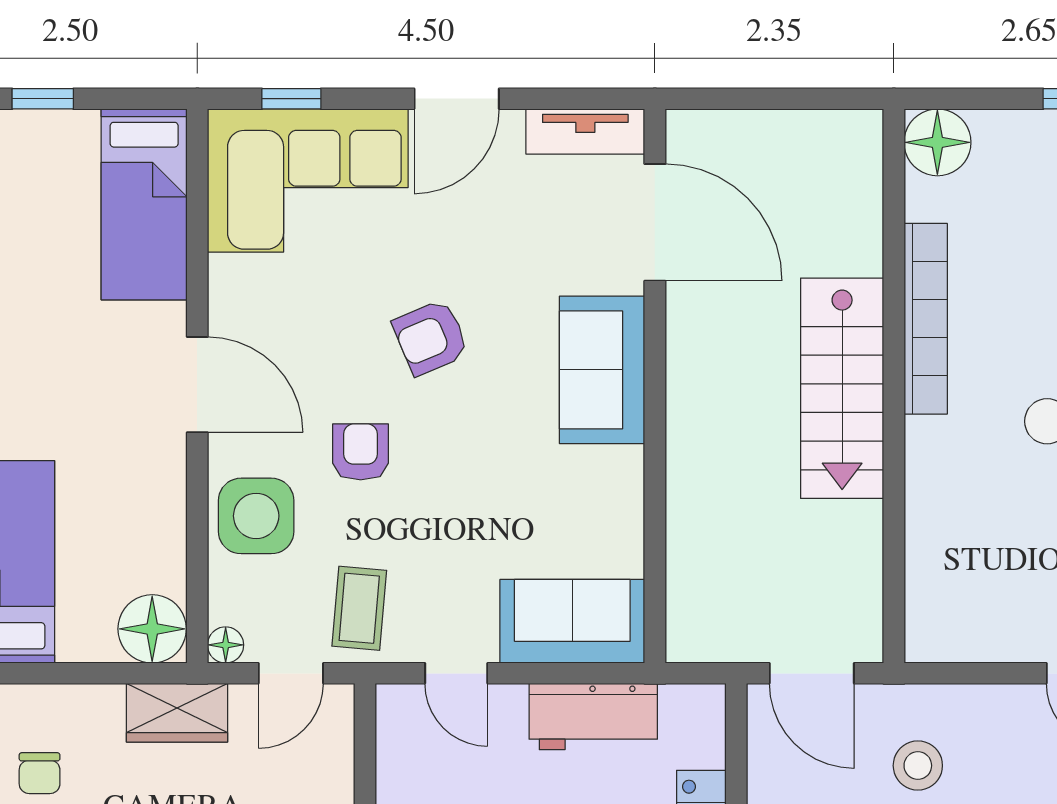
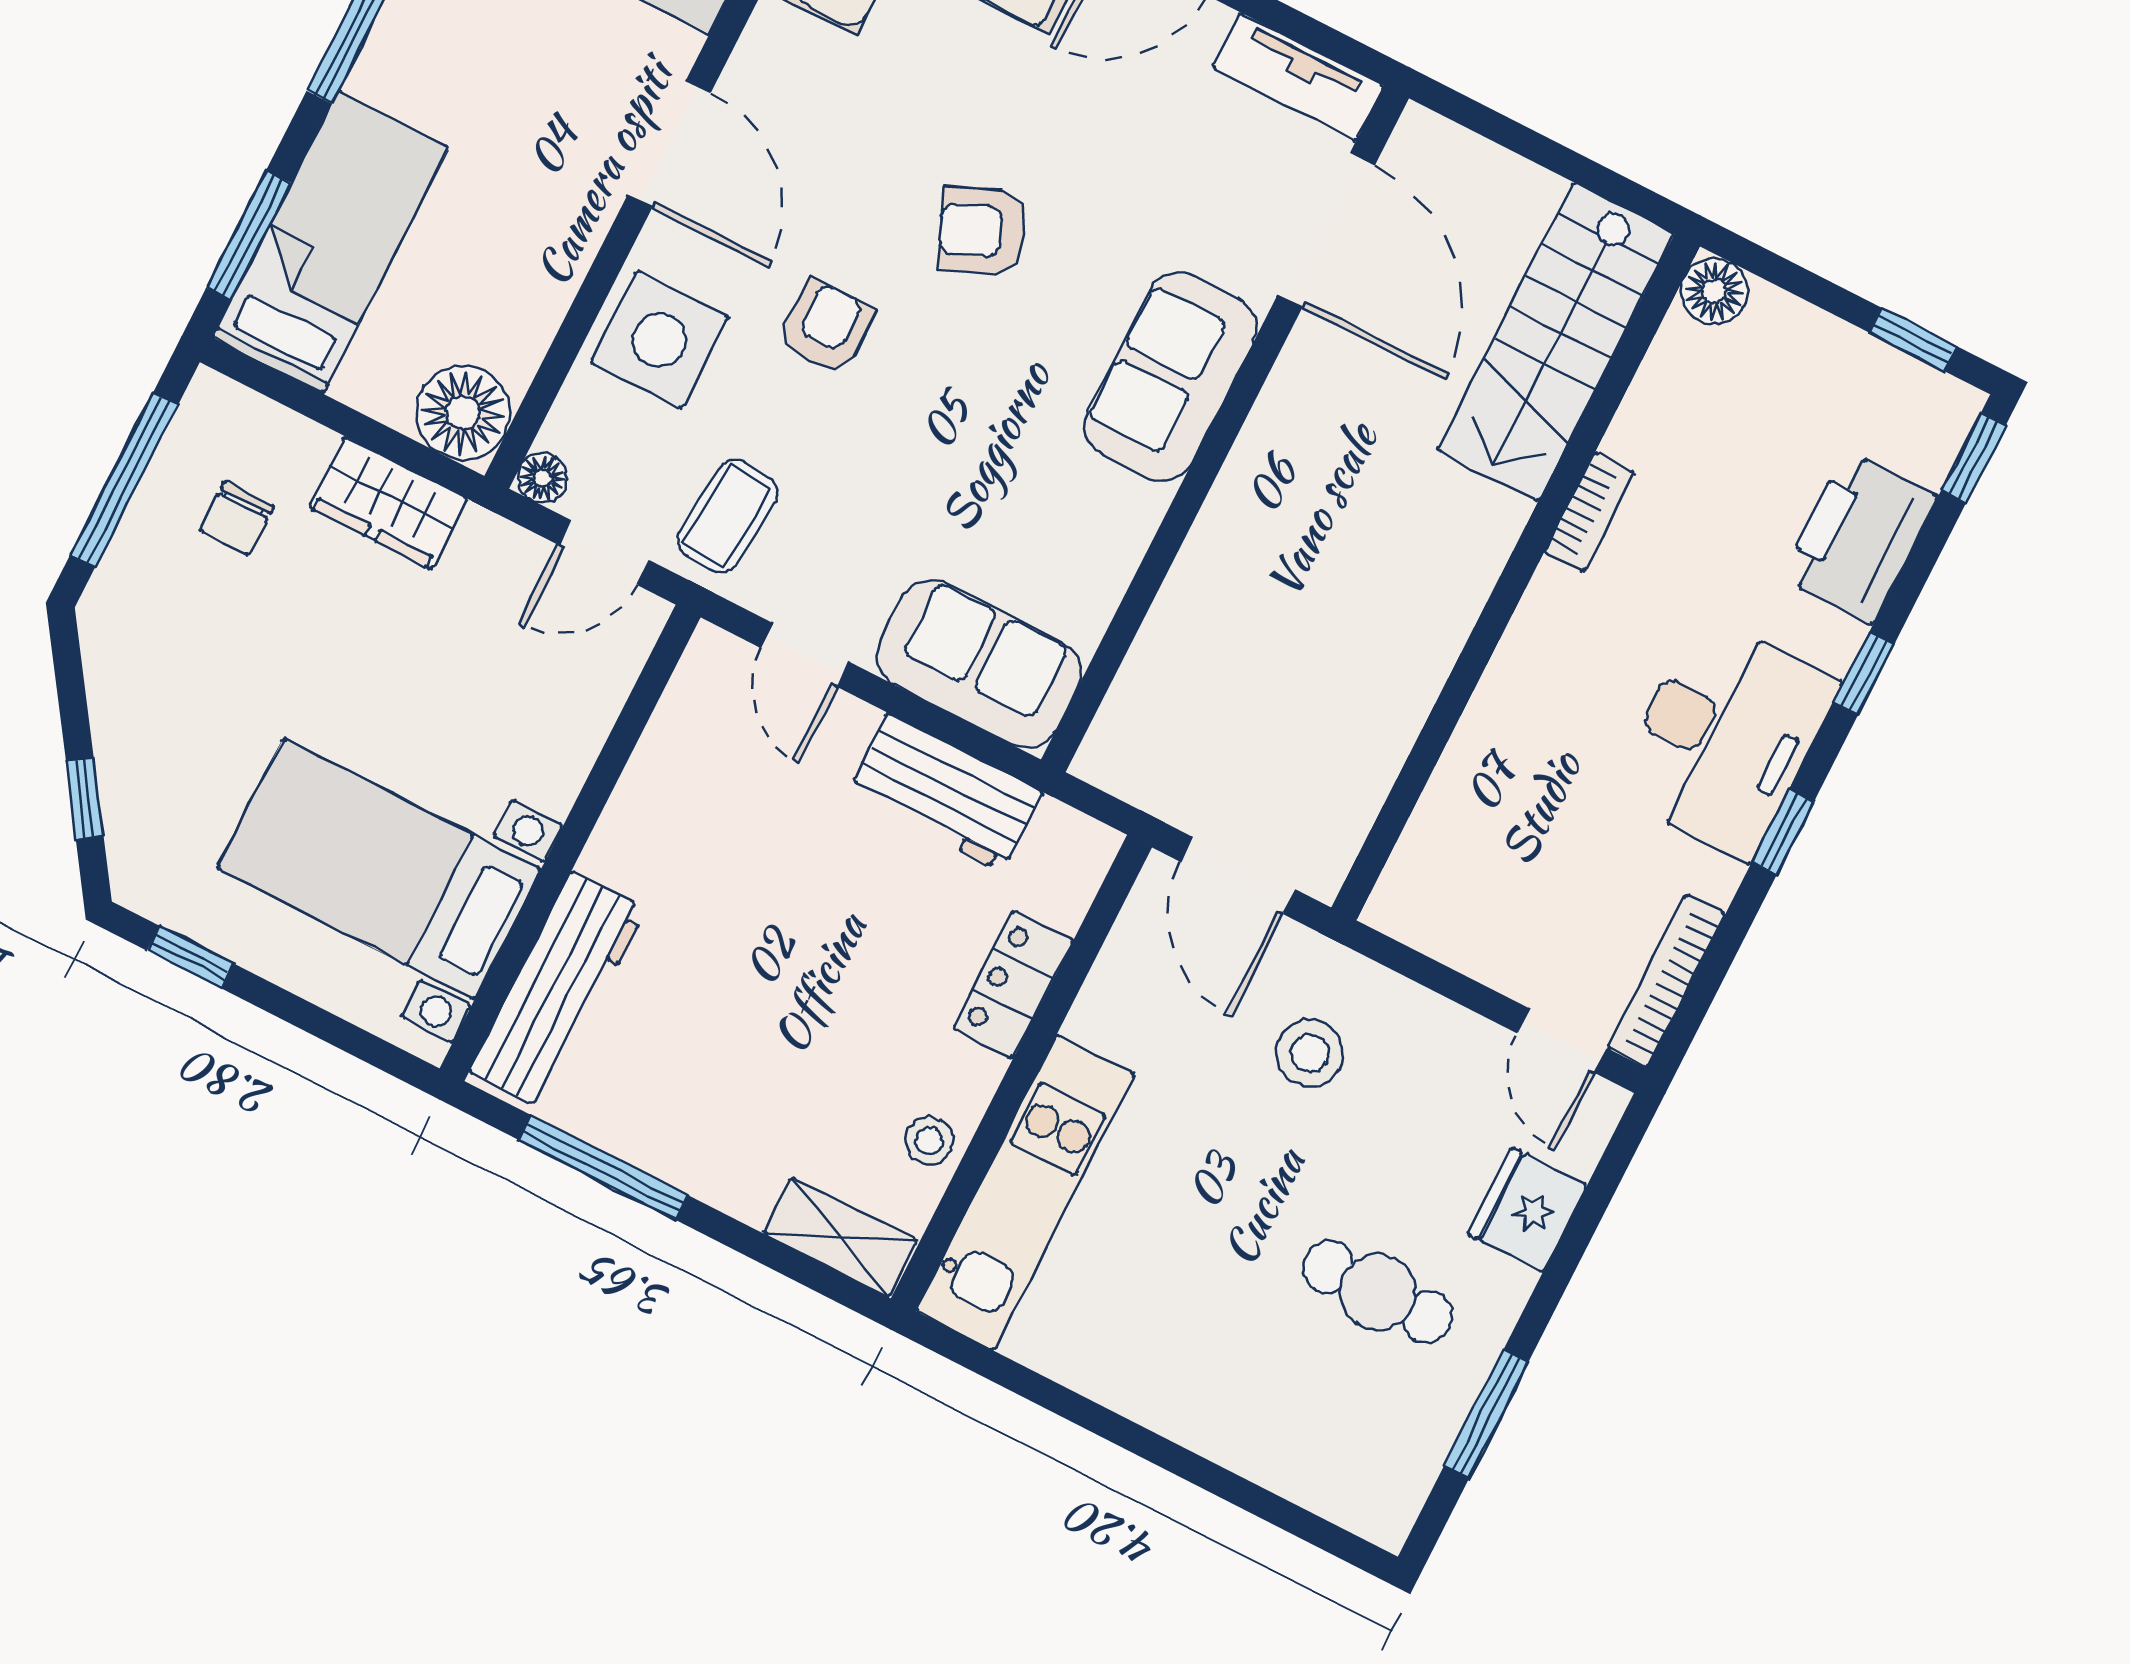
floor lamp: (937, 142) -> (1714, 291), width x0.73, depth x0.73
bookcase: (926, 319) -> (1590, 512), width x0.43, depth x0.76
stairs: (842, 388) -> (1556, 342), moved
wardrobe: (177, 713) -> (388, 503), moved

